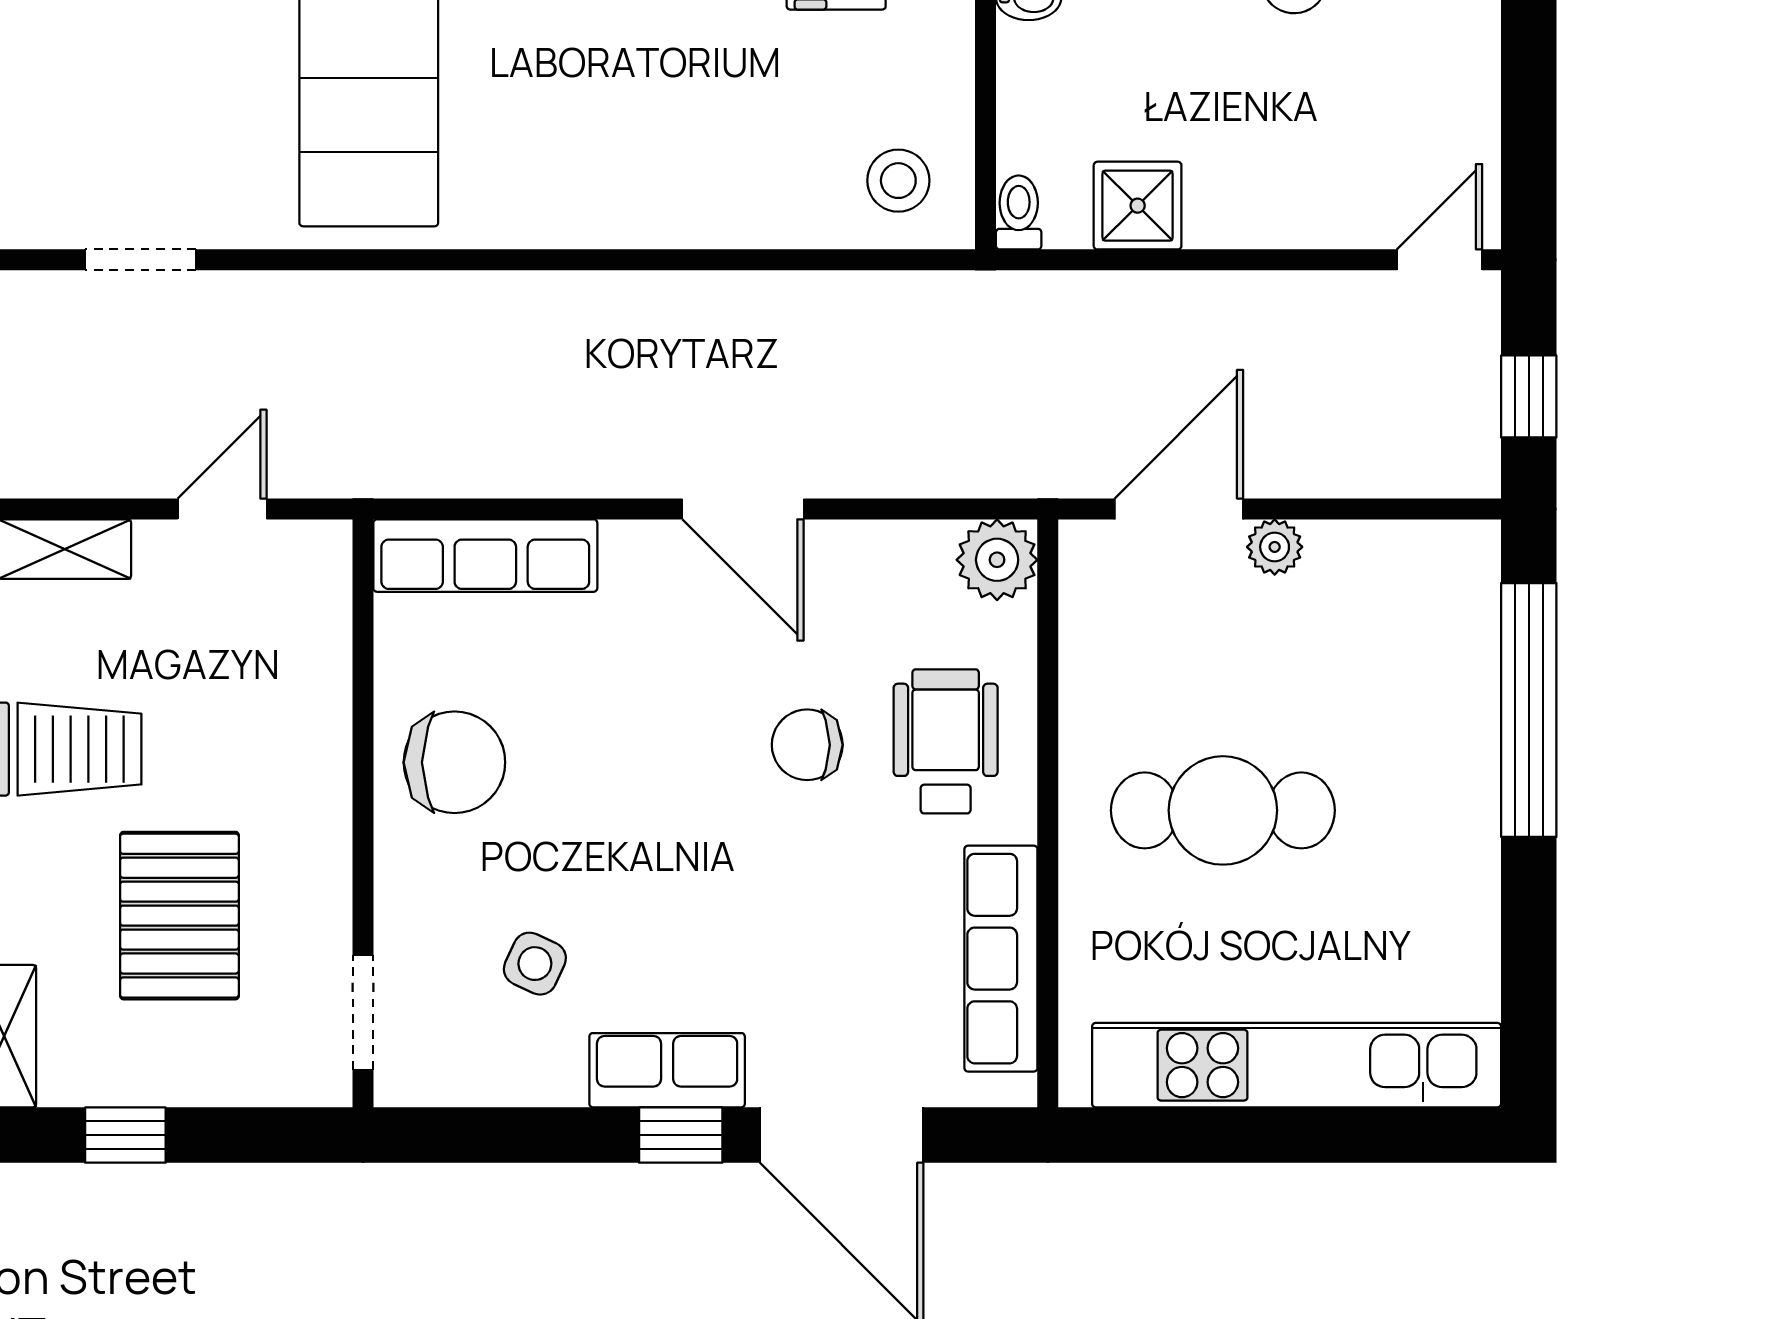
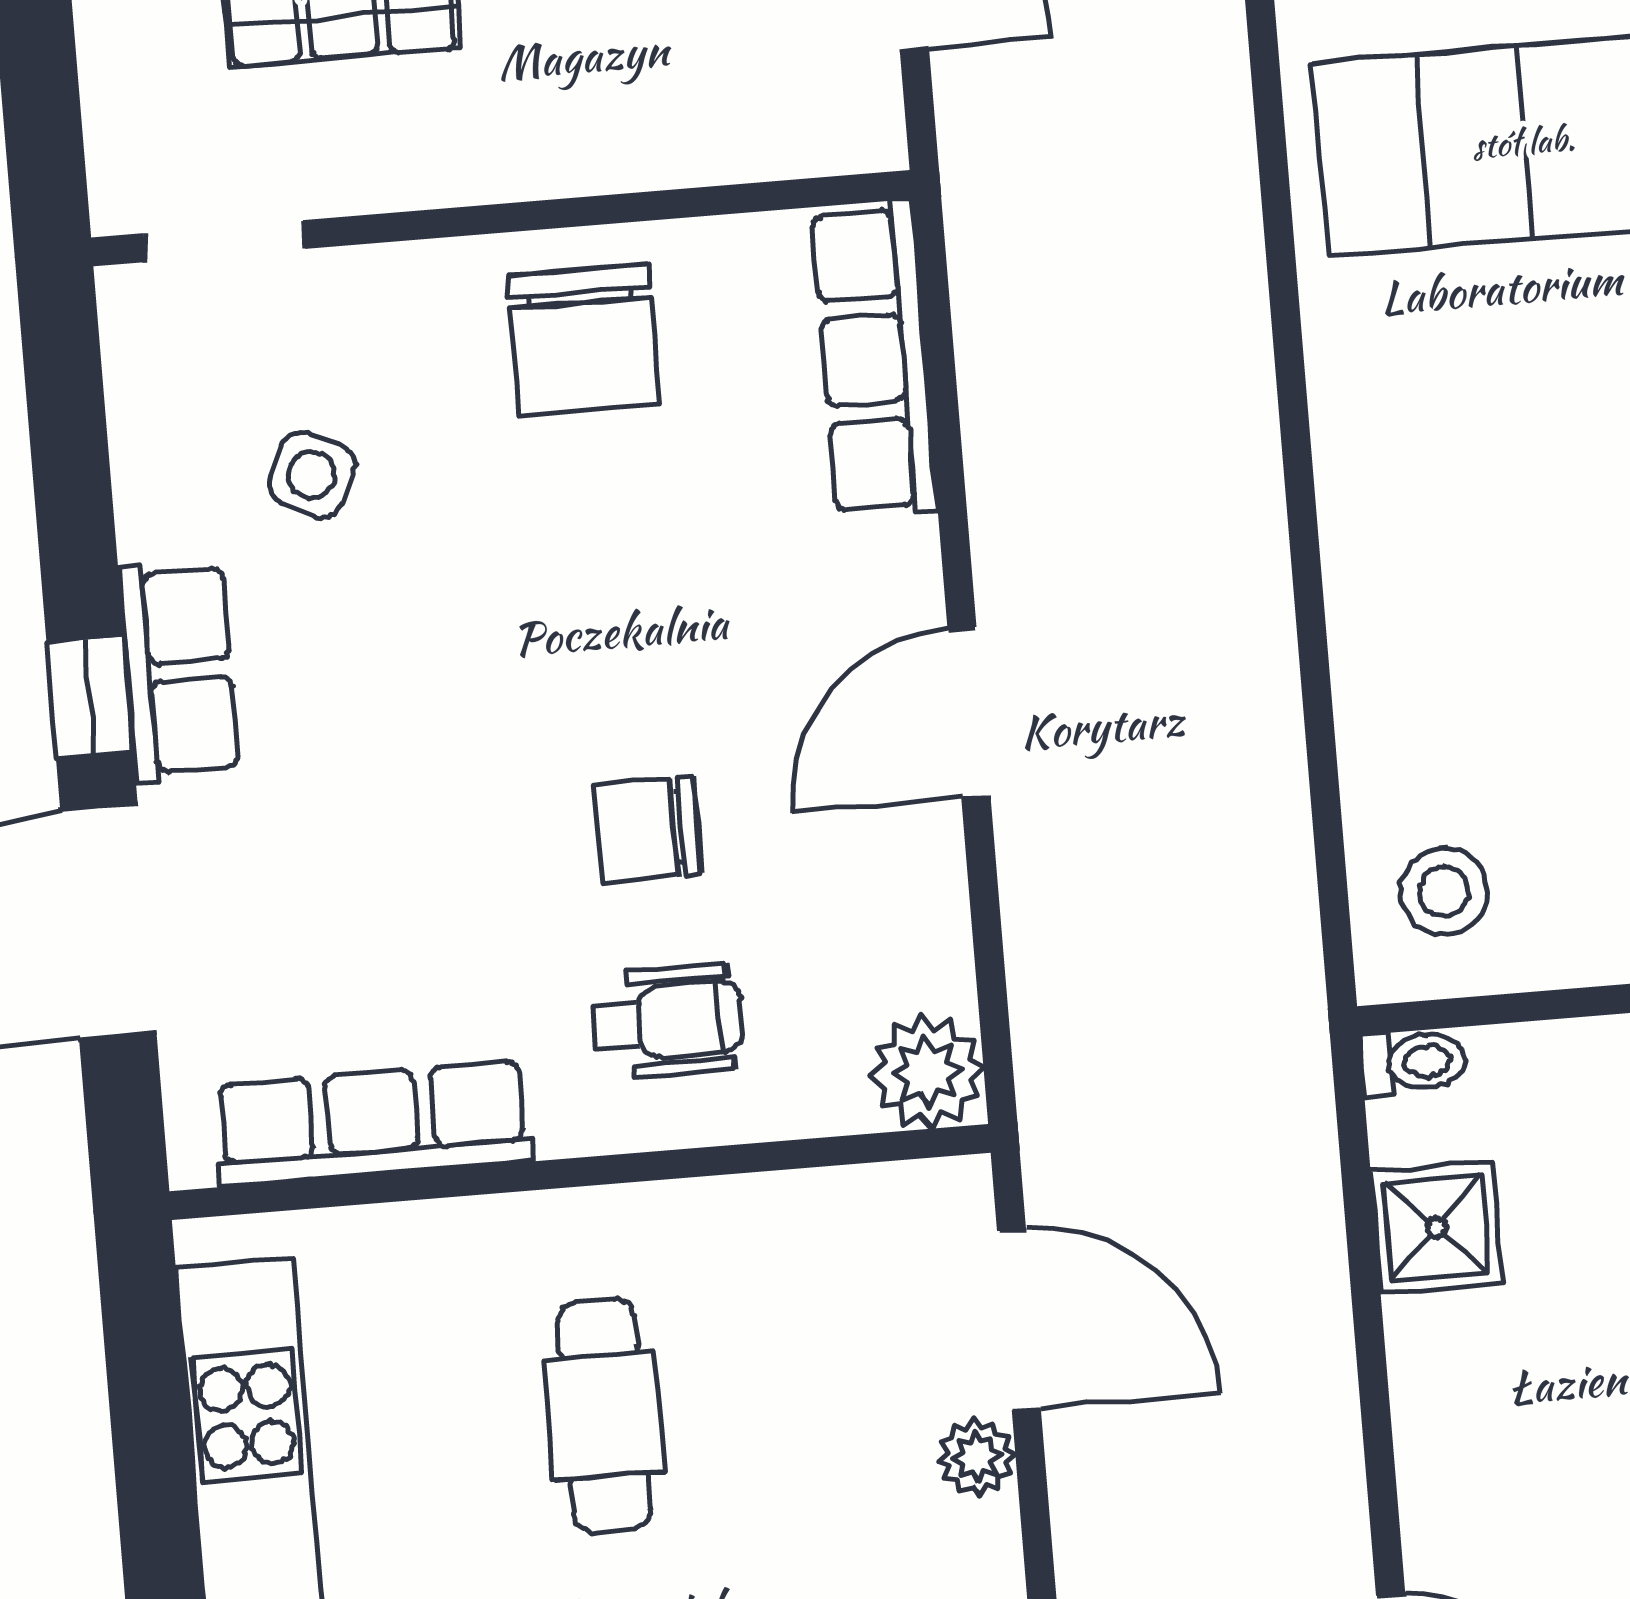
wheelchair: (946, 741) -> (668, 1021), width x0.73, depth x0.73
chair: (807, 745) -> (648, 829), turned -90
cafe table: (1223, 810) -> (604, 1415), width x0.73, depth x0.74

